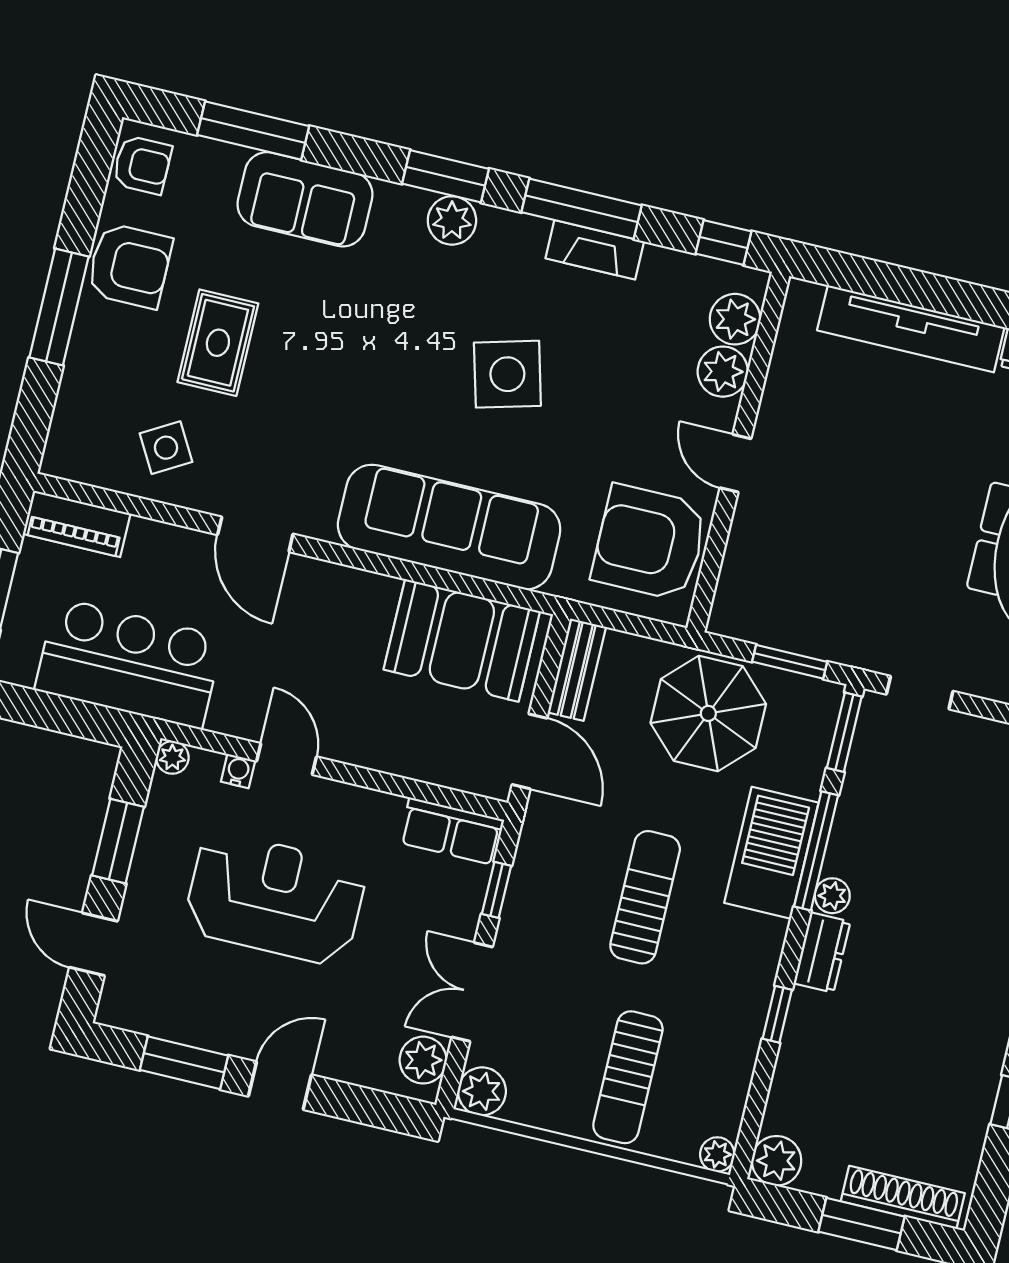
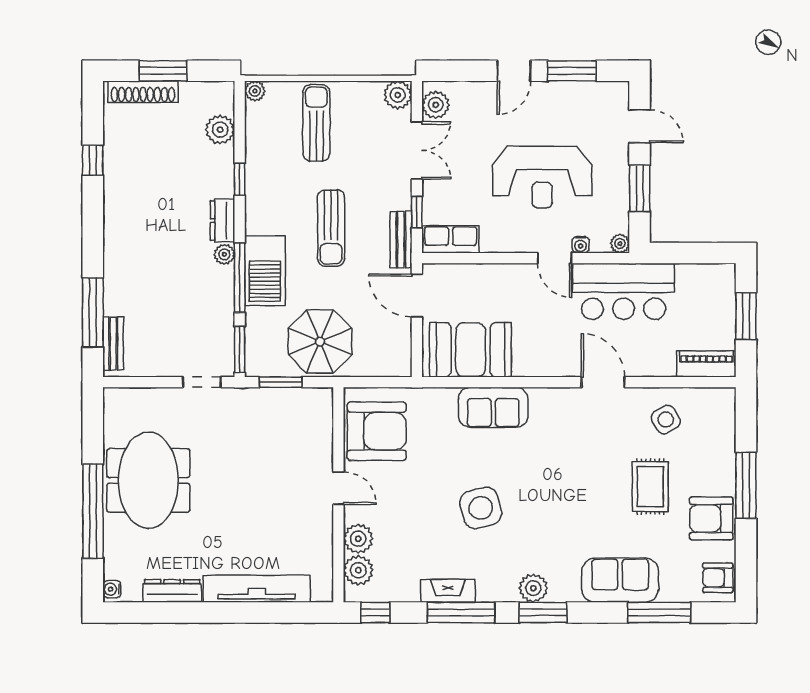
sofa: (449, 527) -> (493, 407), width x0.54, depth x0.79
bar counter: (129, 663) -> (624, 291), moved
bench: (577, 670) -> (401, 240), moved
plant: (777, 1161) -> (220, 130), moved

